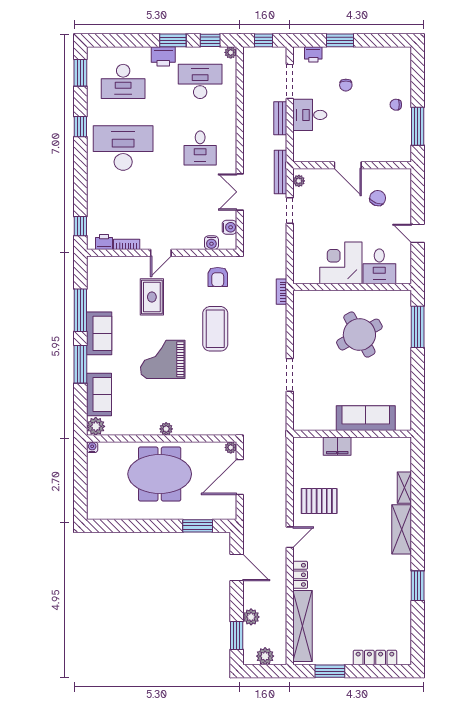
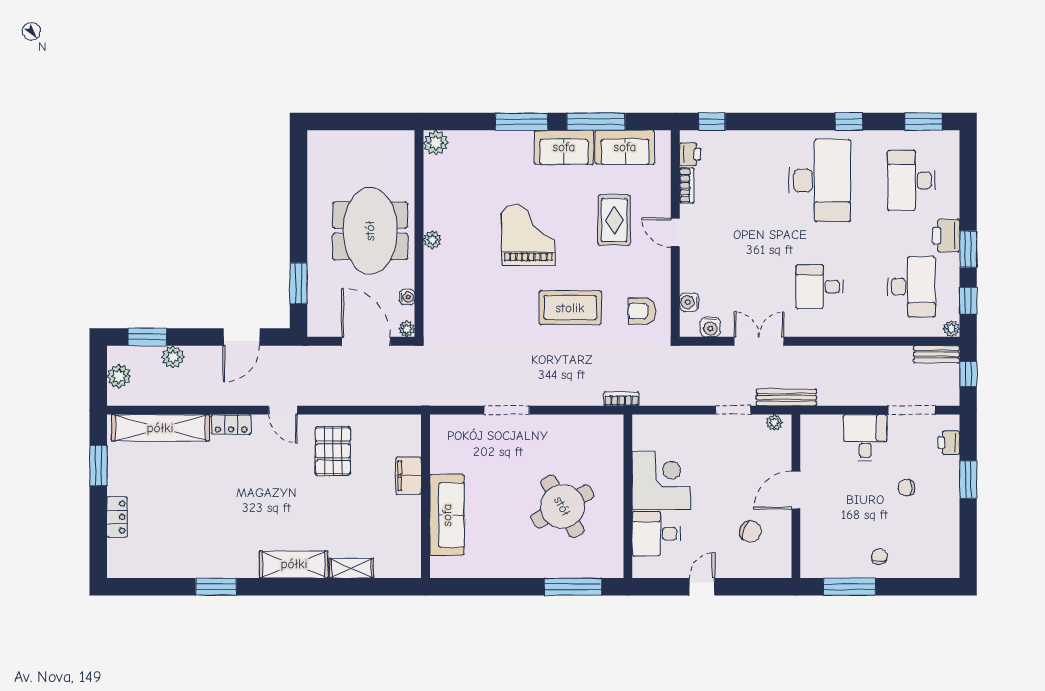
bench: (280, 118) -> (937, 354), moved
rug: (152, 297) -> (614, 220), turned 90
sofa: (99, 395) -> (625, 147), moved
water cooler: (92, 447) -> (407, 297), moved
locker: (375, 658) -> (117, 517), width x0.66

